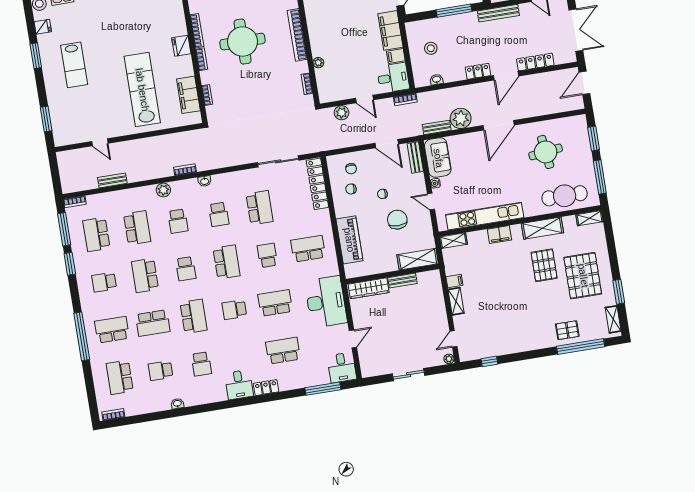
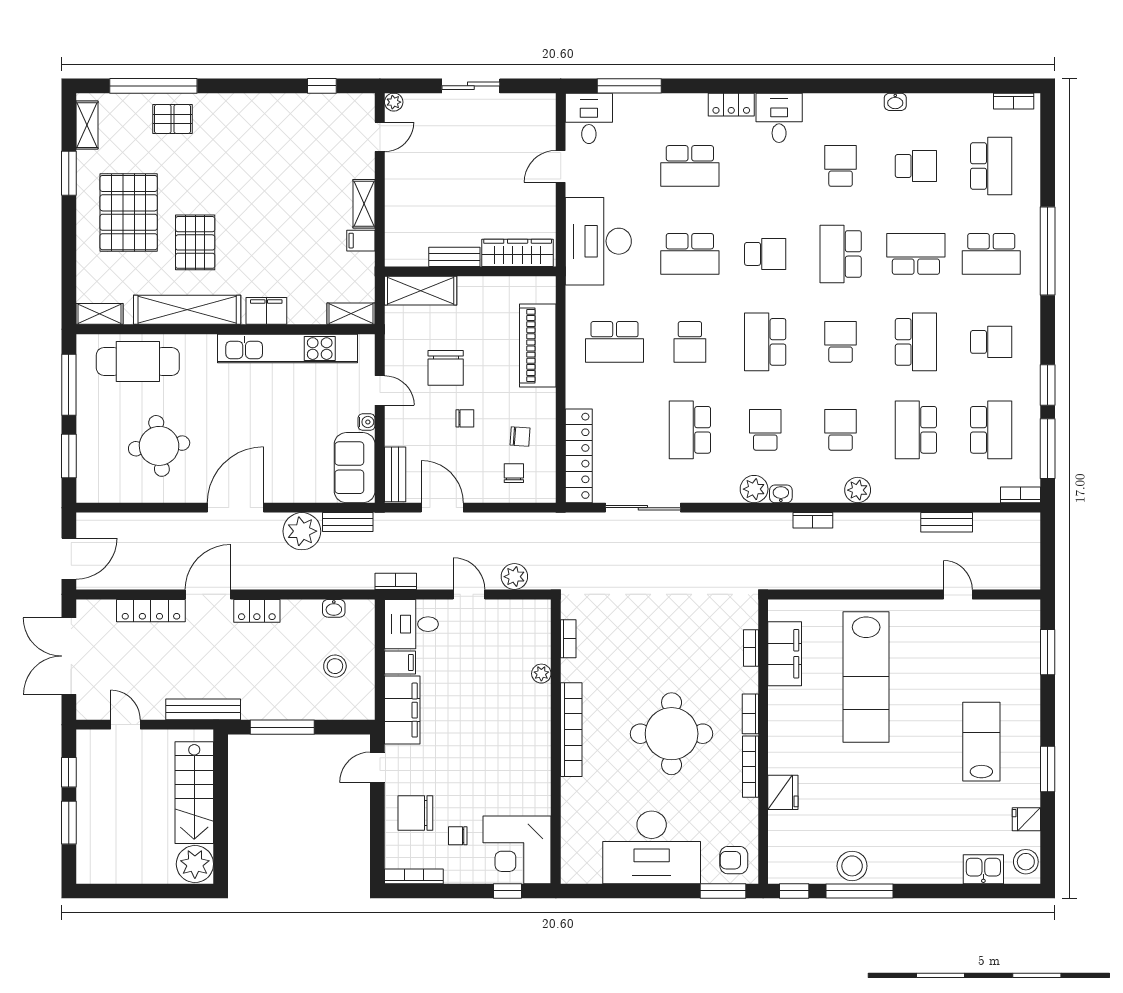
fridge: (181, 46) -> (783, 792), moved
plant: (220, 181) -> (754, 489), added
shelving: (542, 228) -> (187, 310), width x1.47

